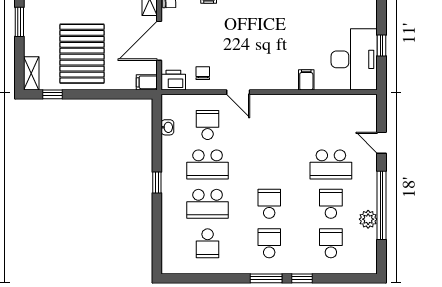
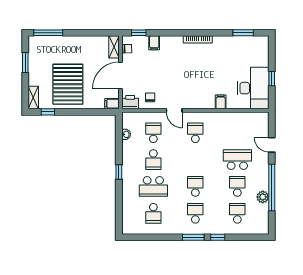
school desk: (269, 125) -> (195, 133), added
school desk: (208, 164) -> (153, 160), width x0.54
school desk: (331, 164) -> (237, 160), turned 180

